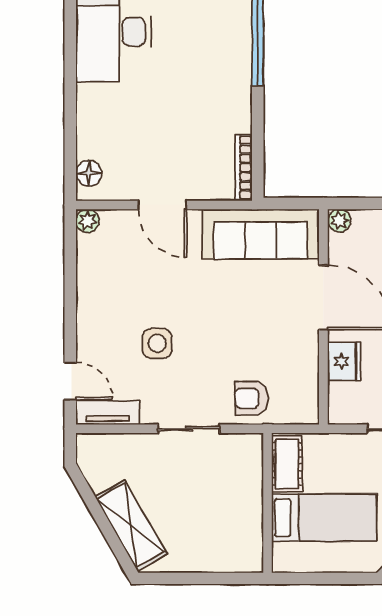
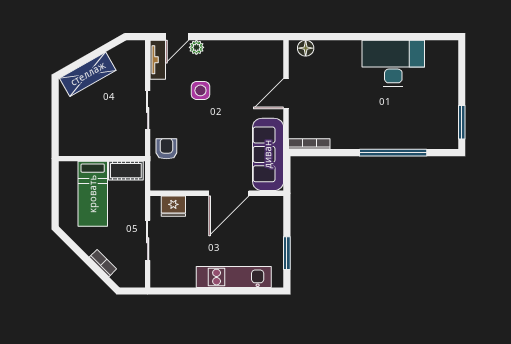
plant: (339, 220) -> (276, 203), removed
plant: (88, 221) -> (196, 47), moved
fridge: (344, 361) -> (173, 206), moved

